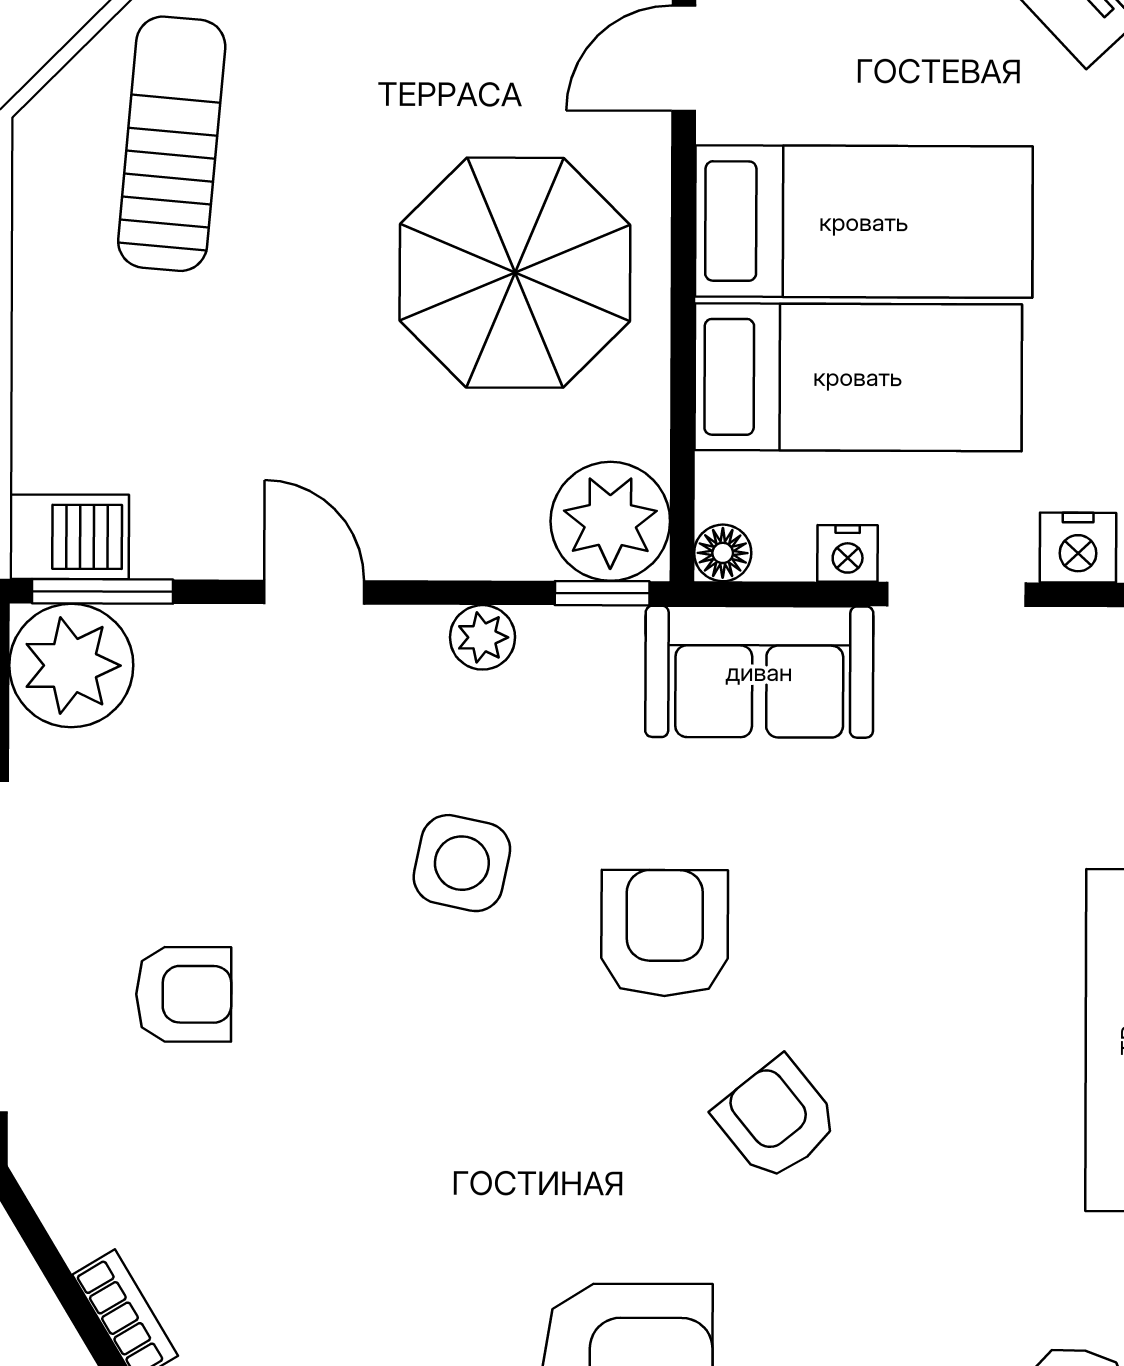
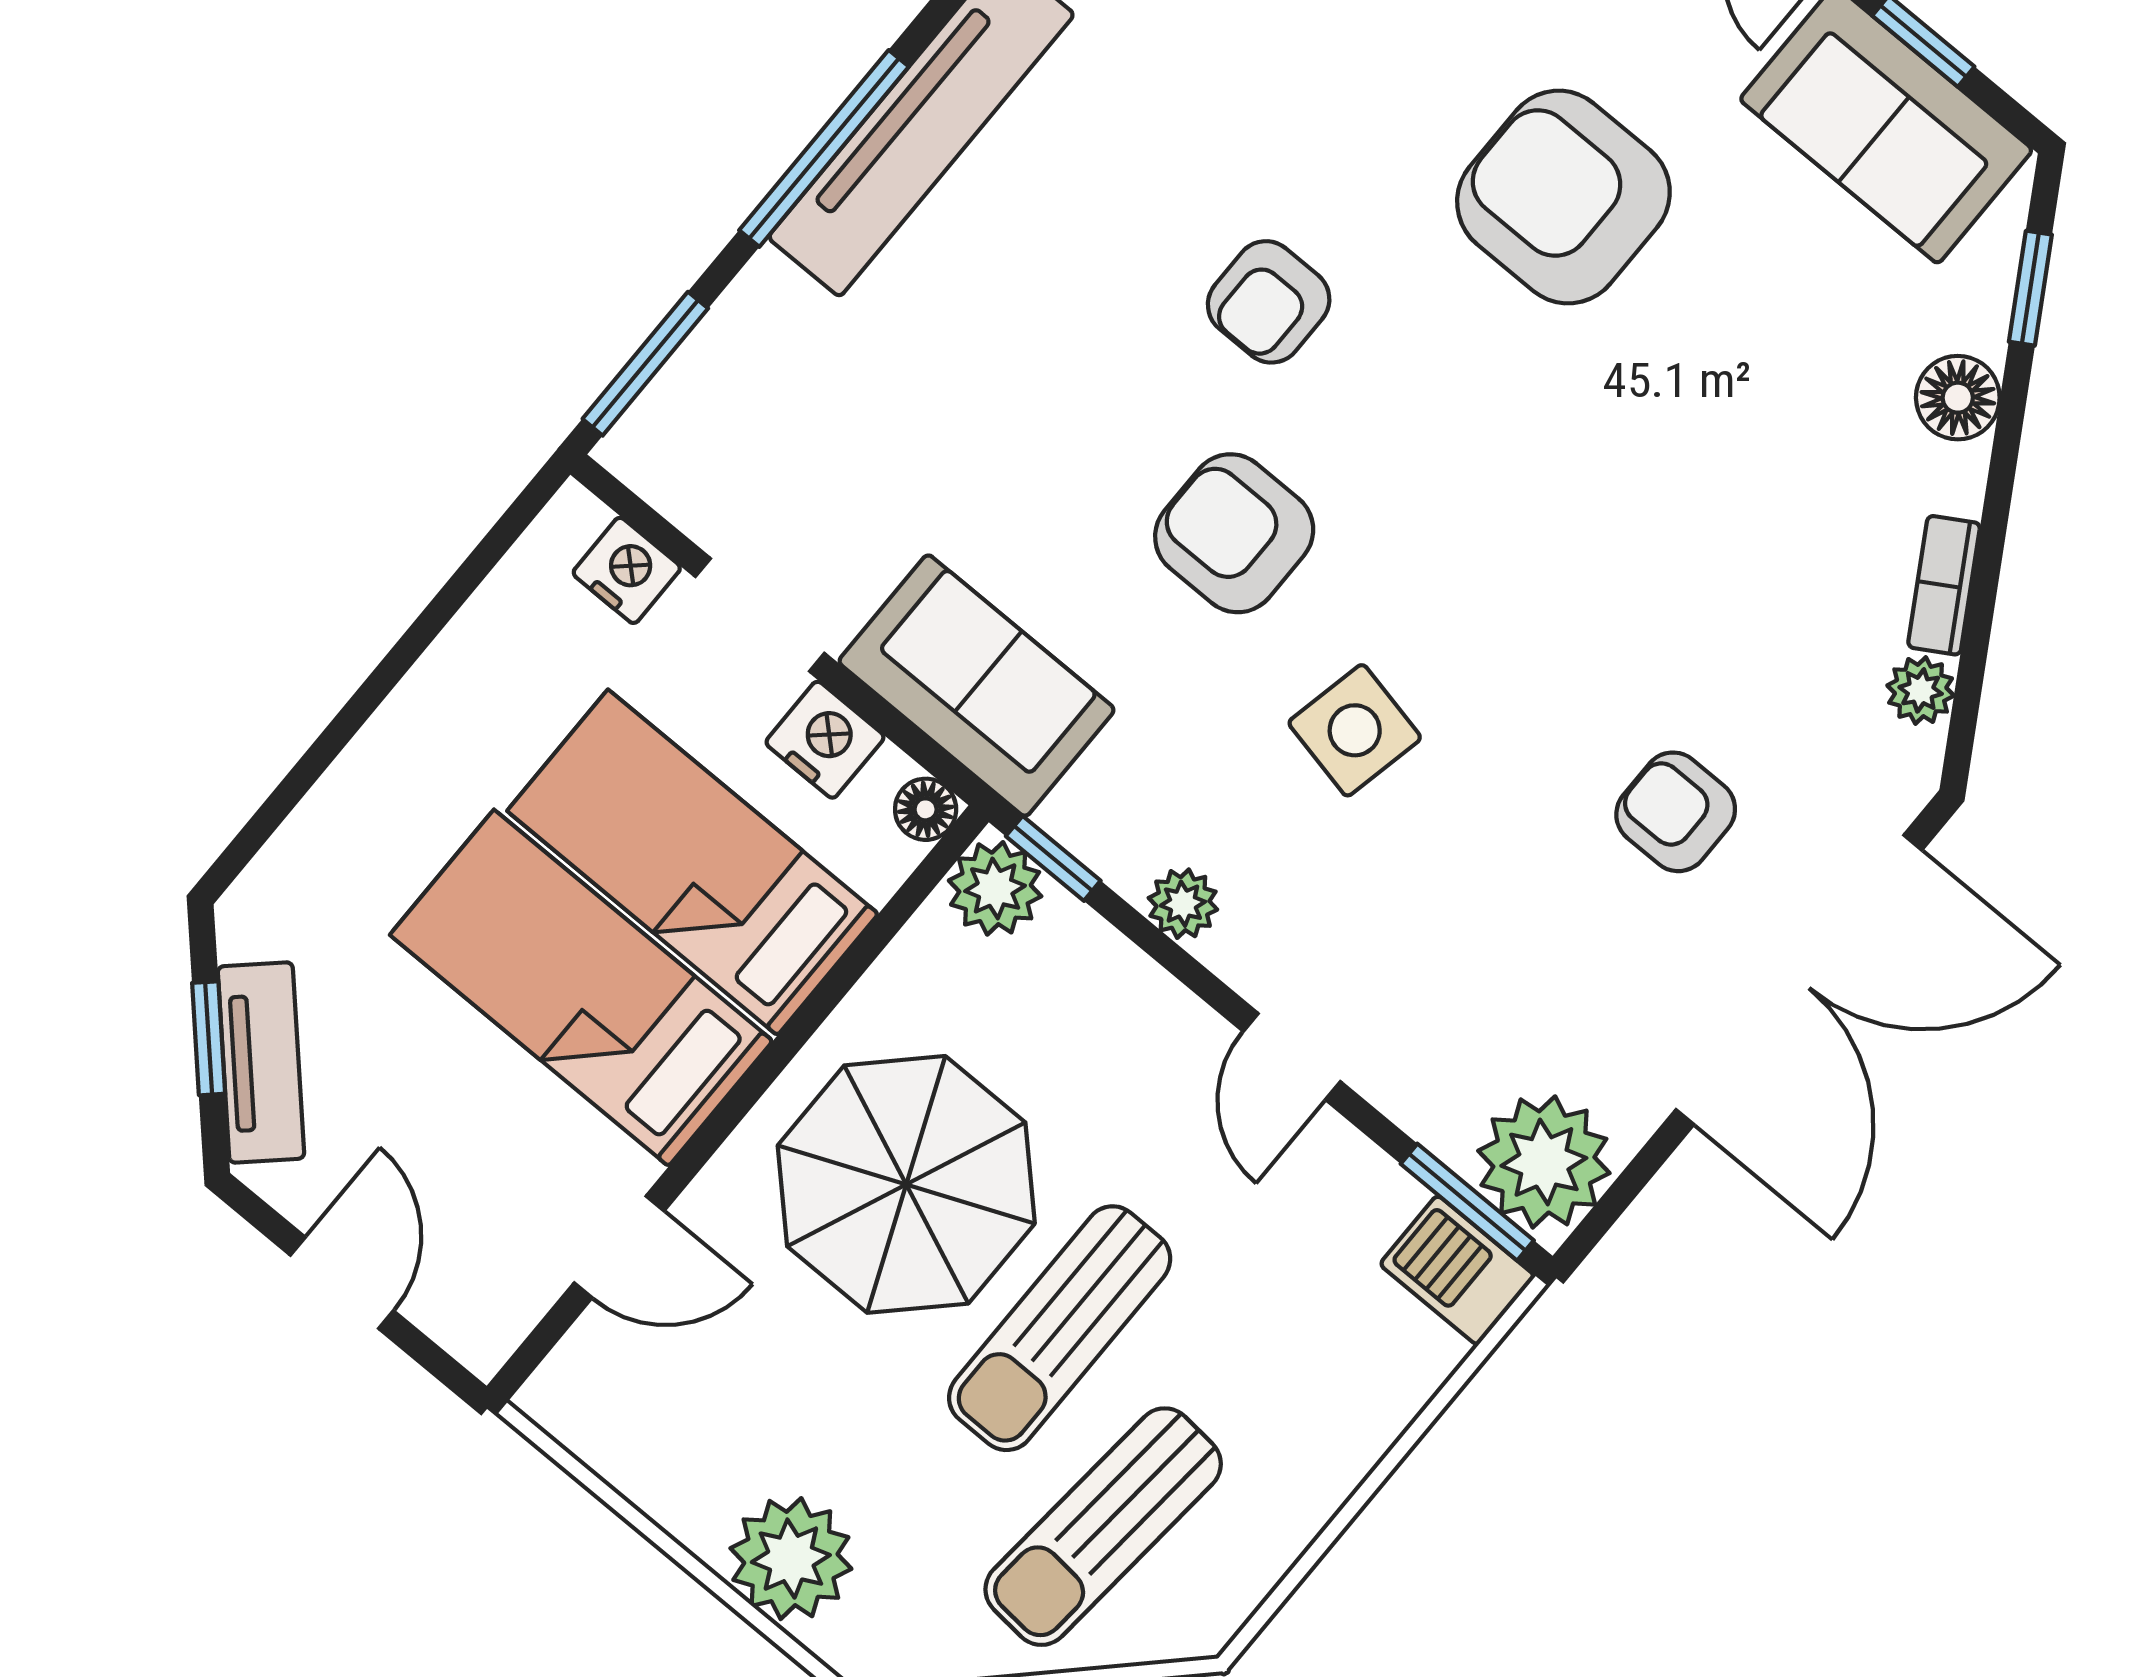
sun lounger: (320, 260) -> (1060, 1328), added
plant: (610, 521) -> (995, 888), width x0.73, depth x0.73
nightstand: (848, 553) -> (825, 740), width x1.39, depth x1.35
armchair: (665, 933) -> (1234, 533), turned 90
armchair: (777, 1119) -> (1269, 302), turned 39
plant: (80, 1226) -> (1921, 690), added

